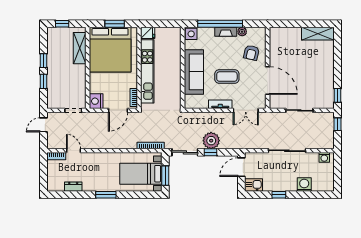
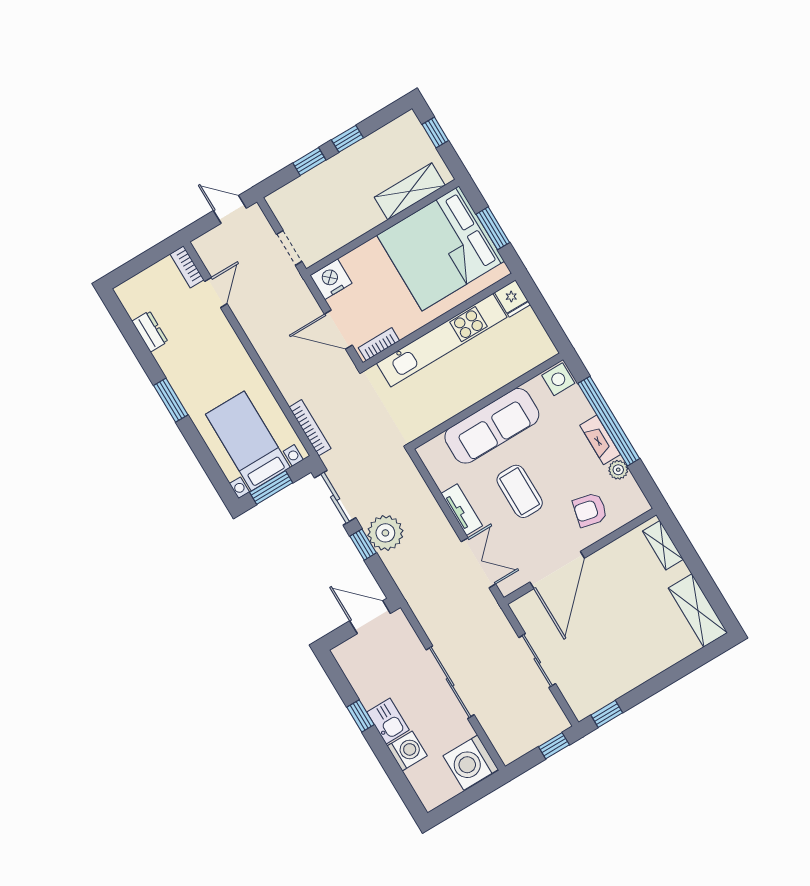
shelving: (283, 32) -> (663, 545), added
double door: (246, 110) -> (478, 563), swing flipped
washing machine: (324, 157) -> (471, 763), width x1.89, depth x1.89
kitchen sink: (254, 185) -> (388, 721), moved

